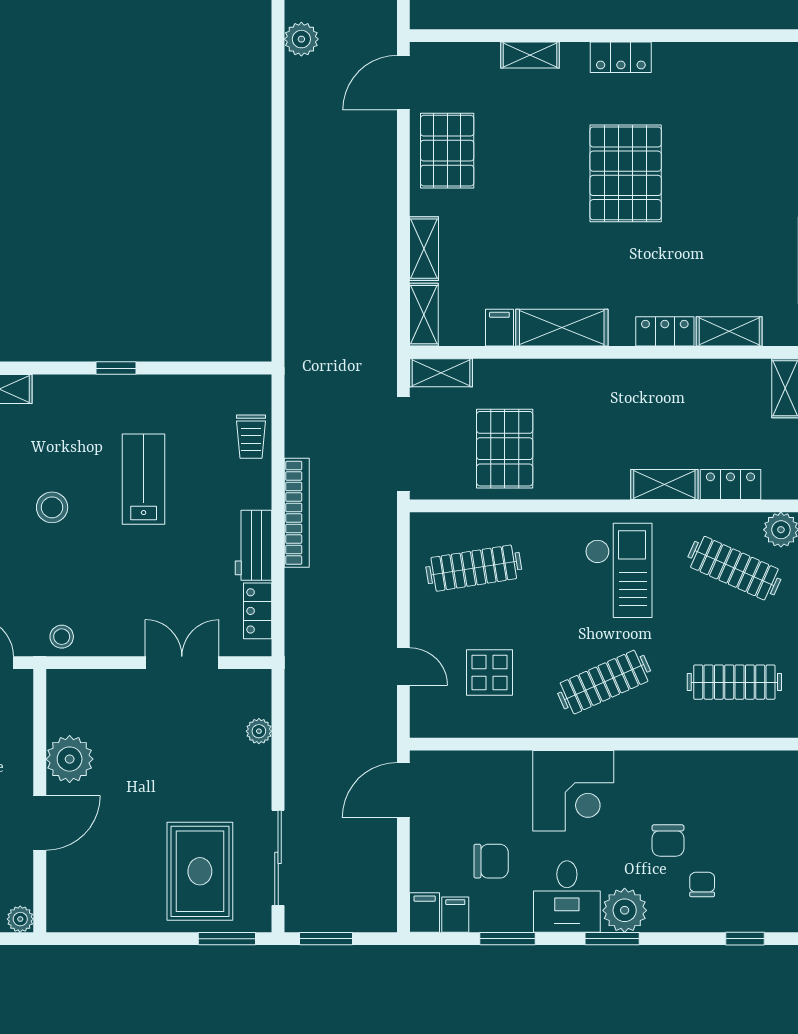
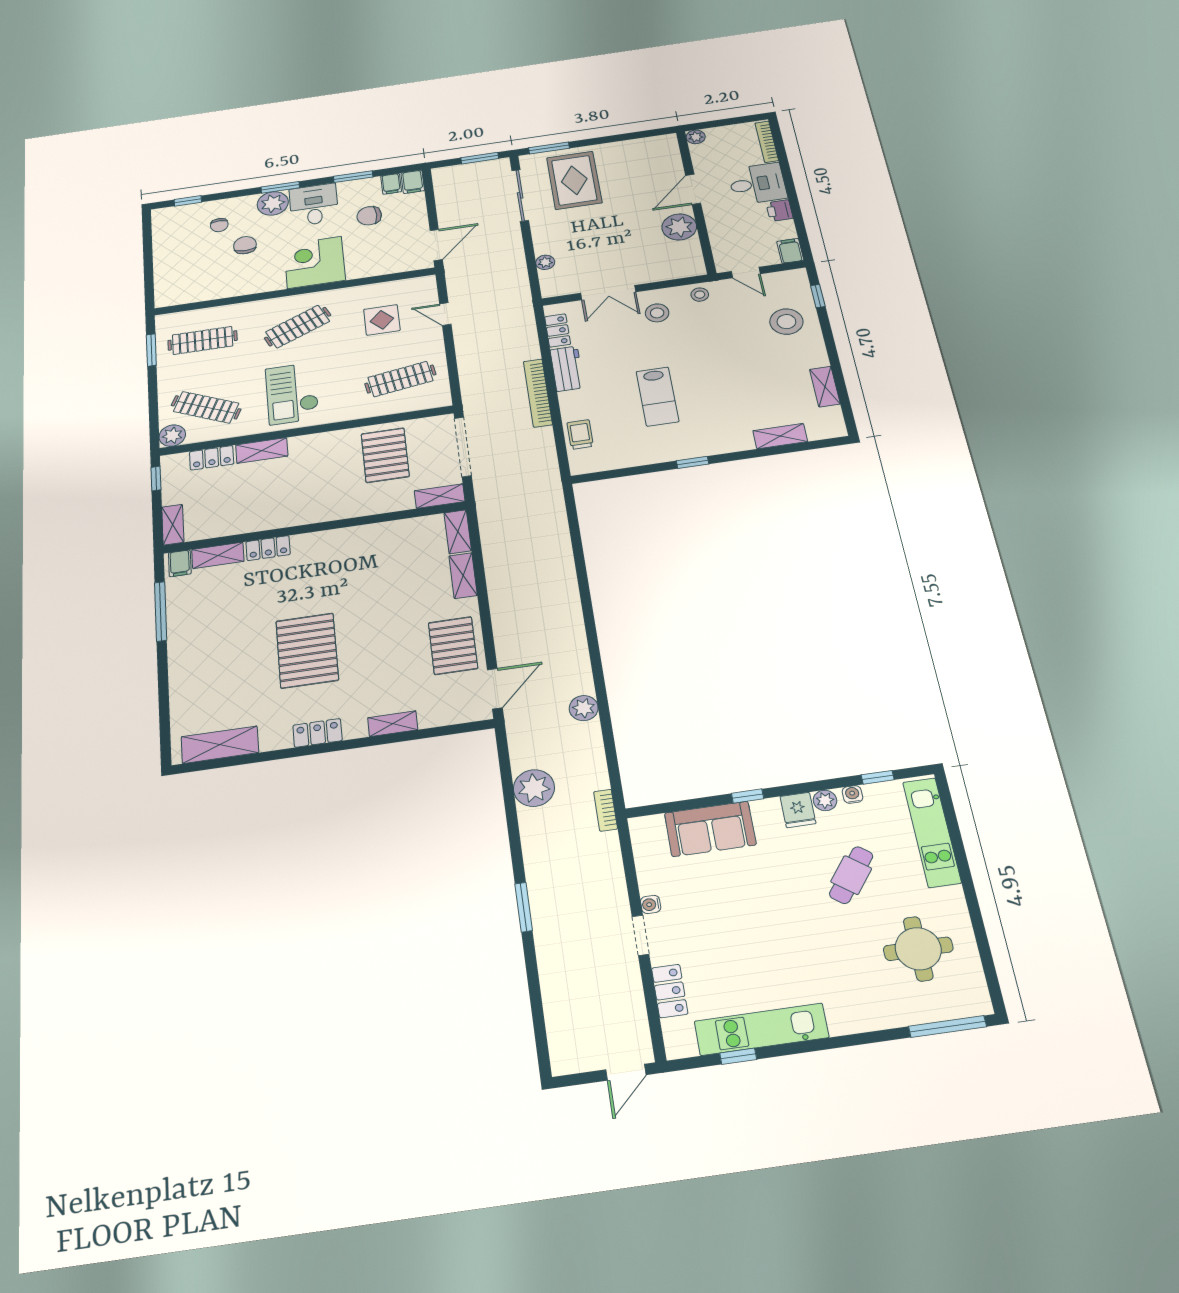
filing cabinet: (499, 328) -> (180, 563), moved
shelving: (562, 328) -> (220, 745), moved
stool: (52, 507) -> (657, 313), moved

